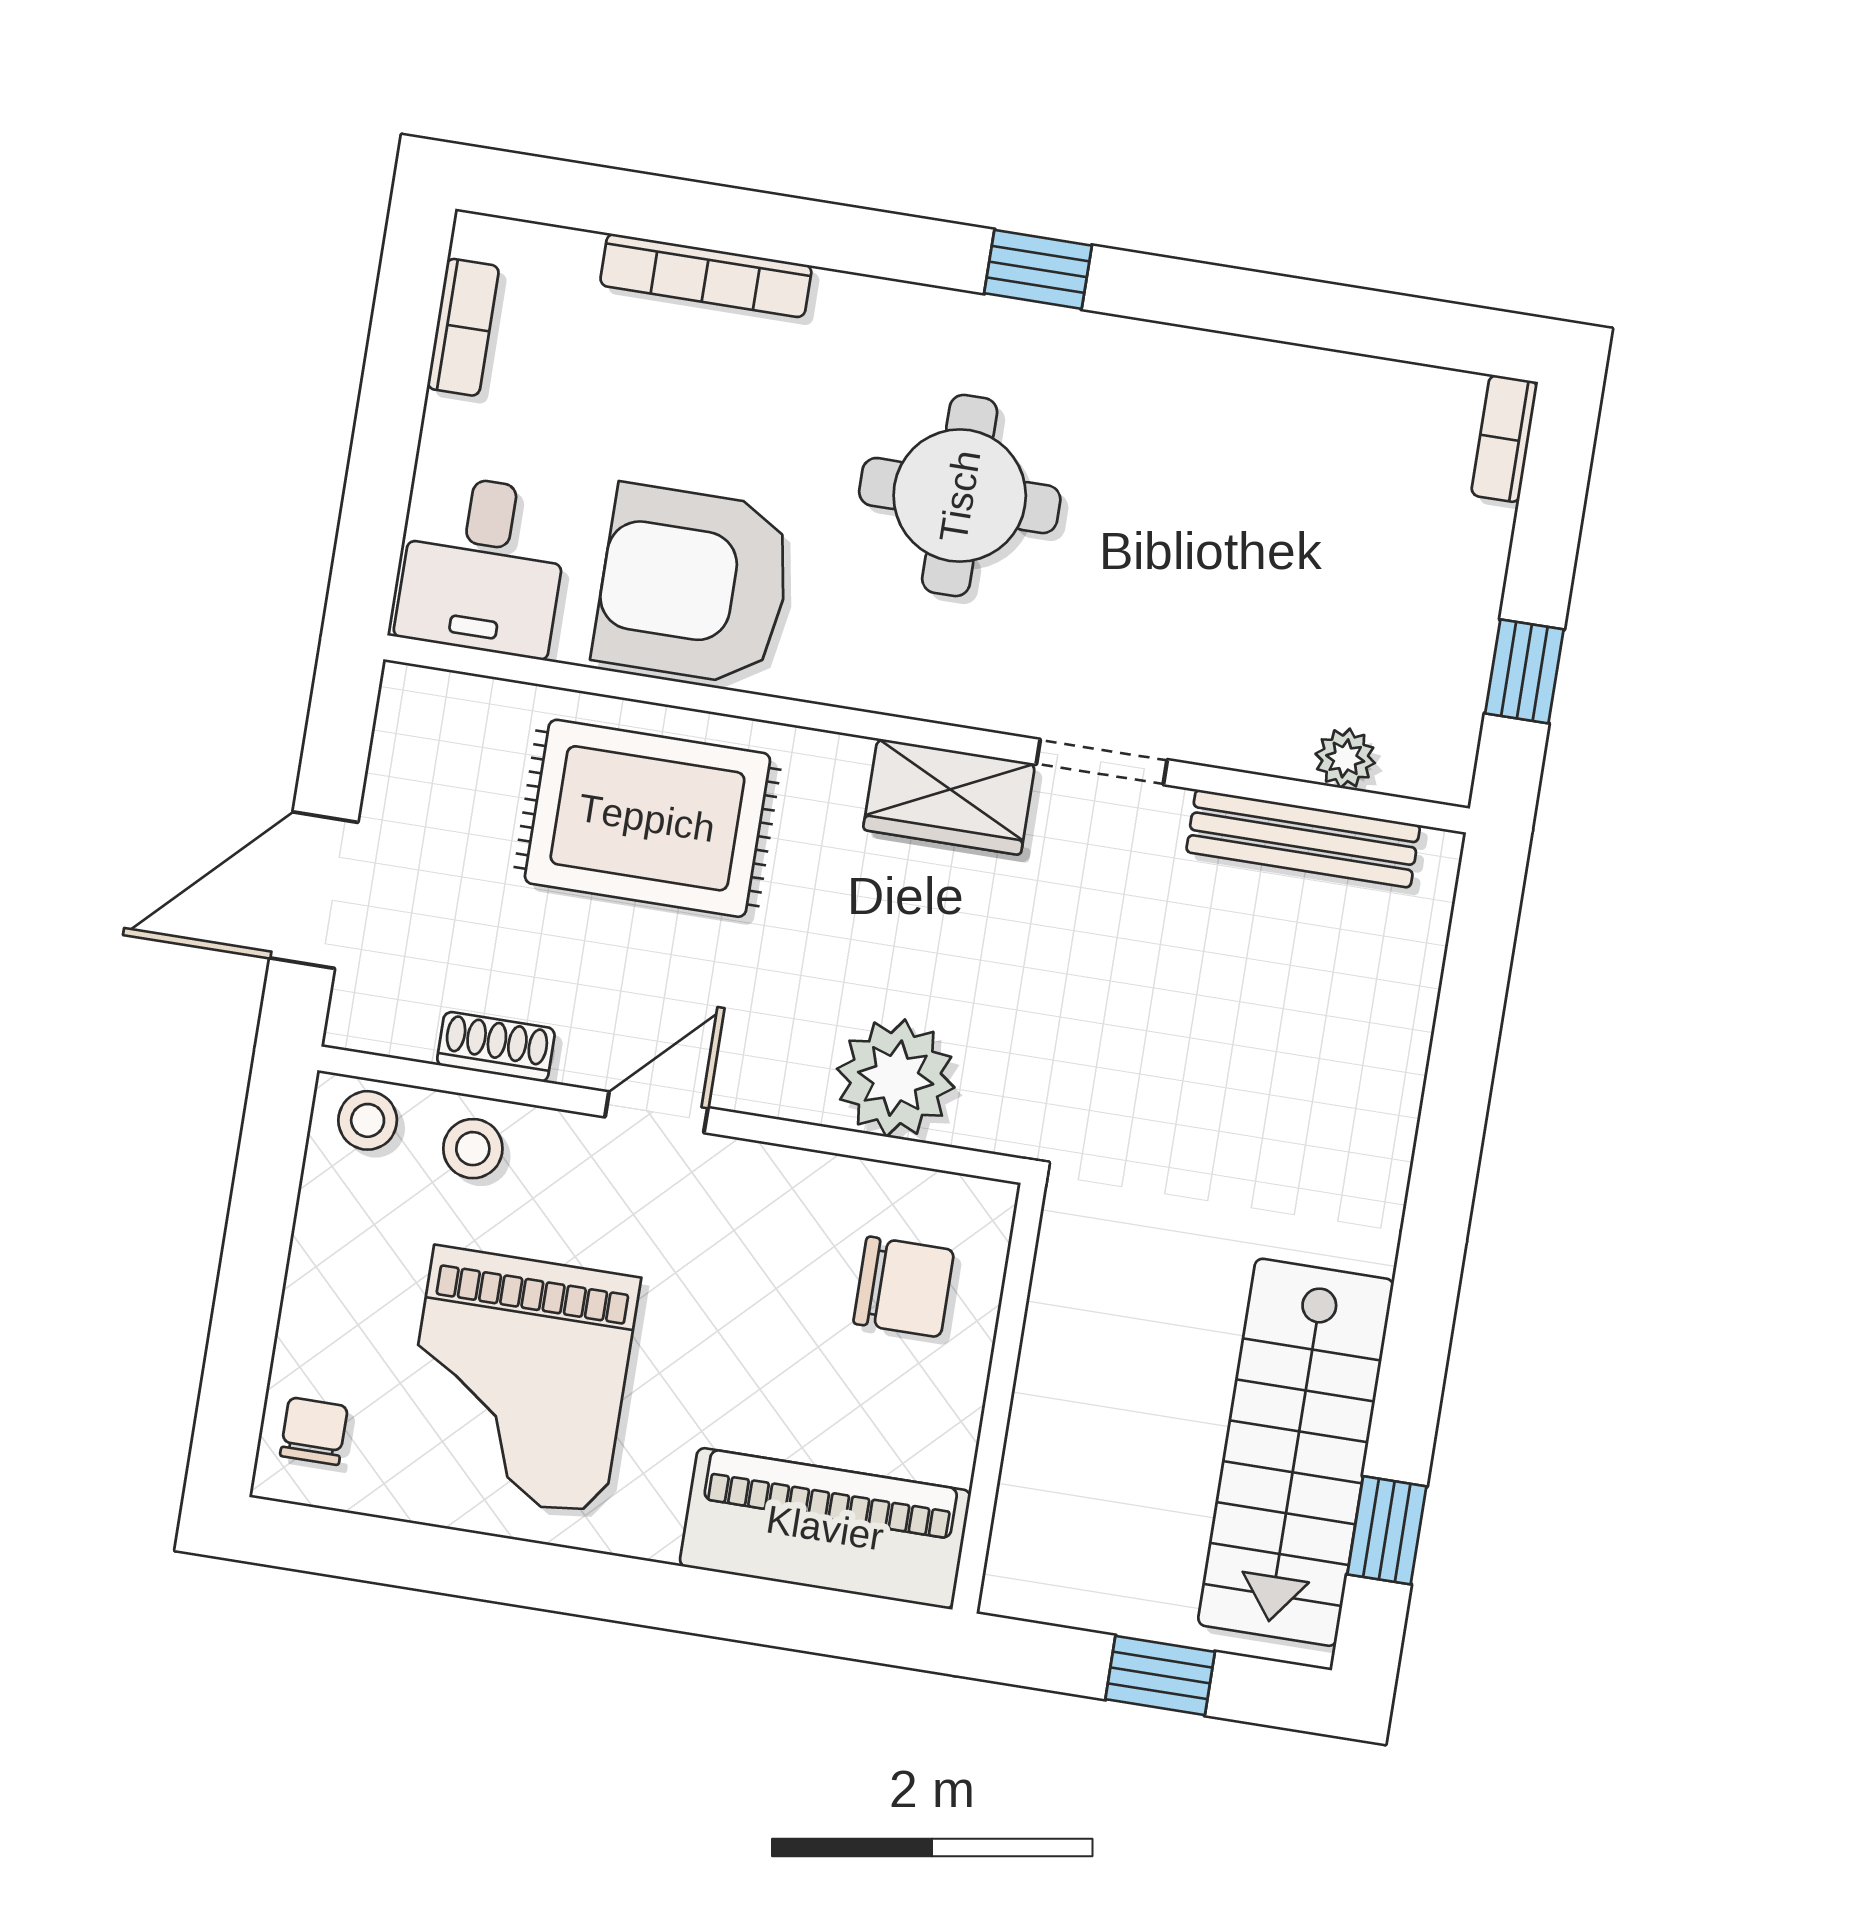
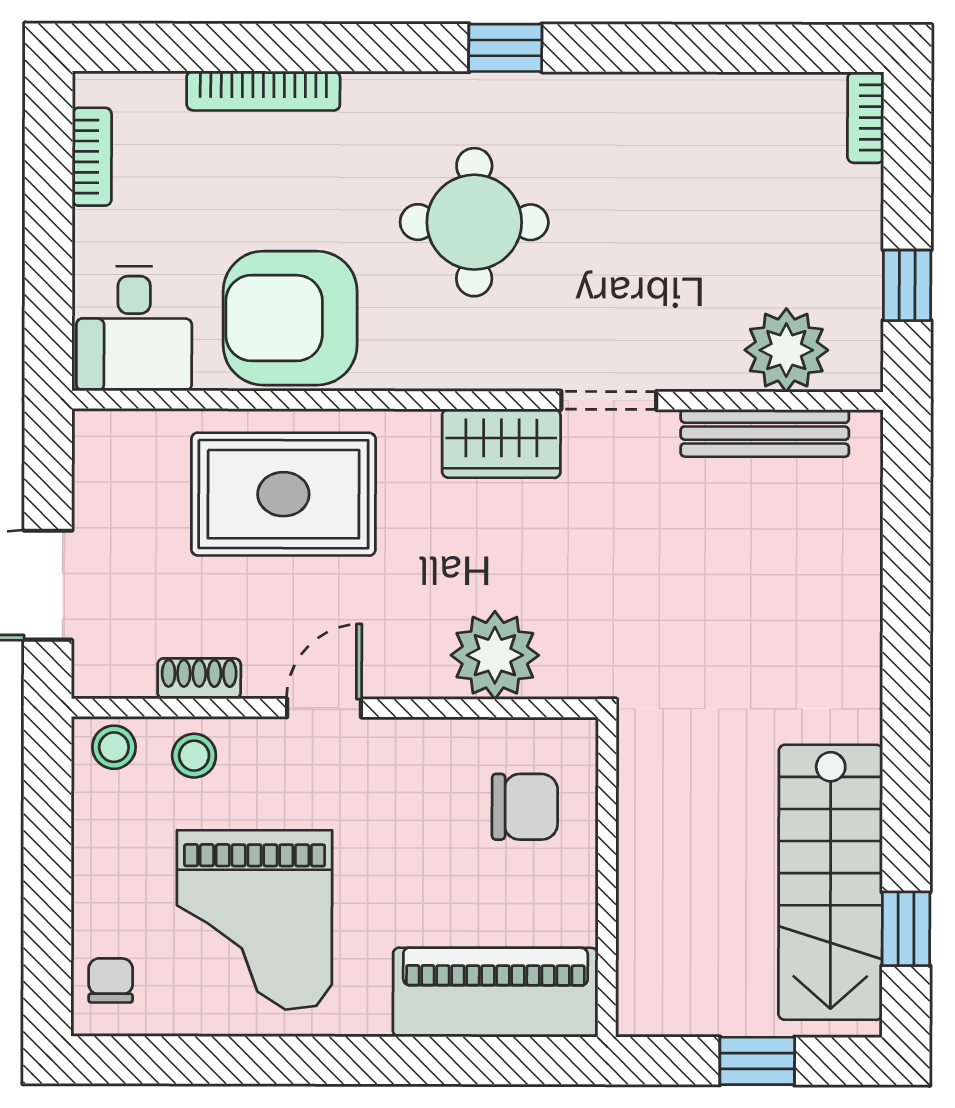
plant: (1345, 758) -> (786, 350), width x1.87, depth x1.87

